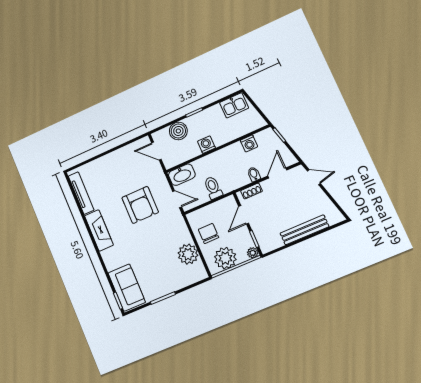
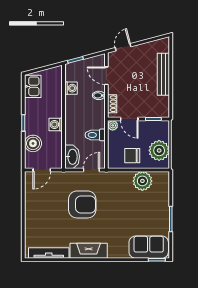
plant: (253, 253) -> (113, 125), moved

